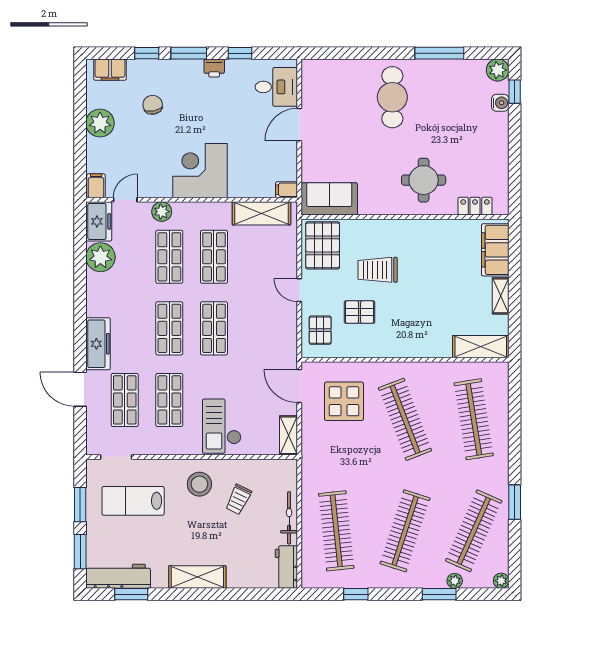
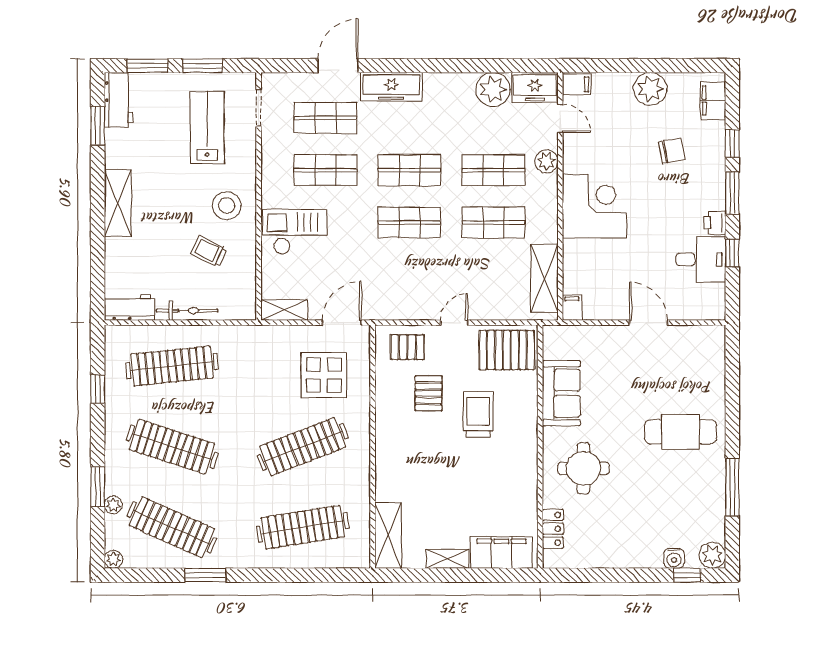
desk: (276, 87) -> (701, 259), moved, turned -90
sofa: (329, 199) -> (561, 393), moved
workbench: (118, 576) -> (119, 100), width x0.73

